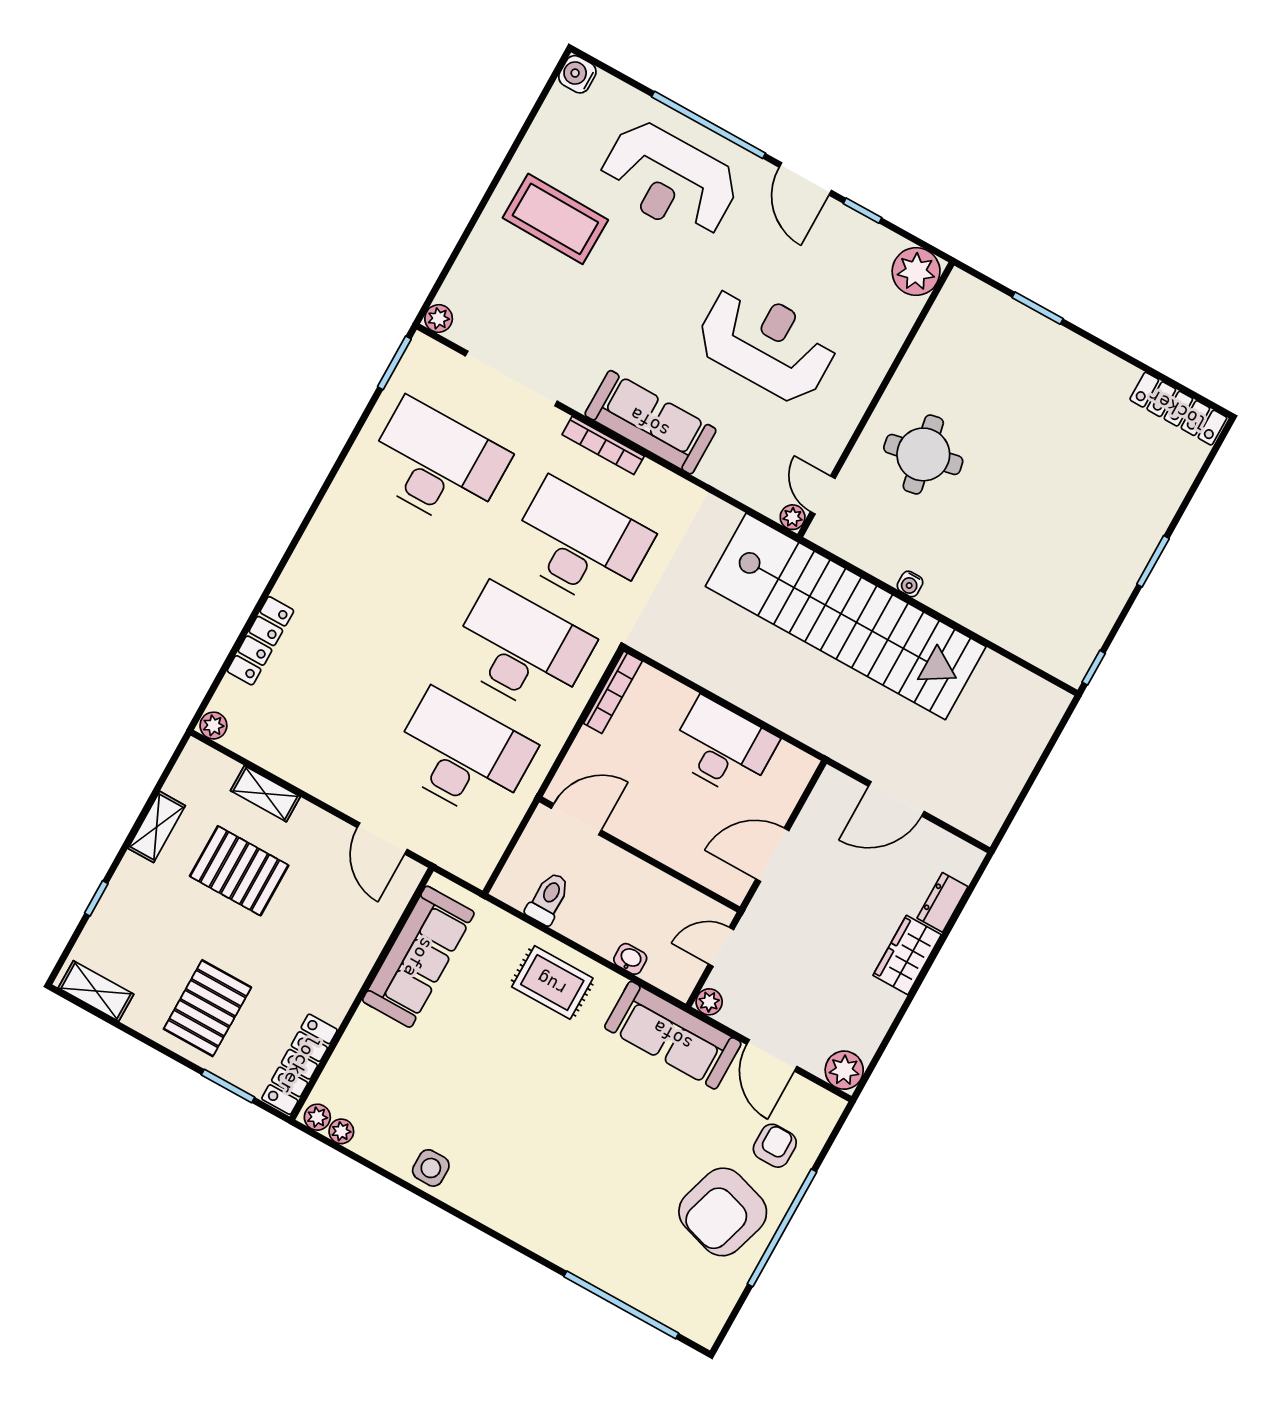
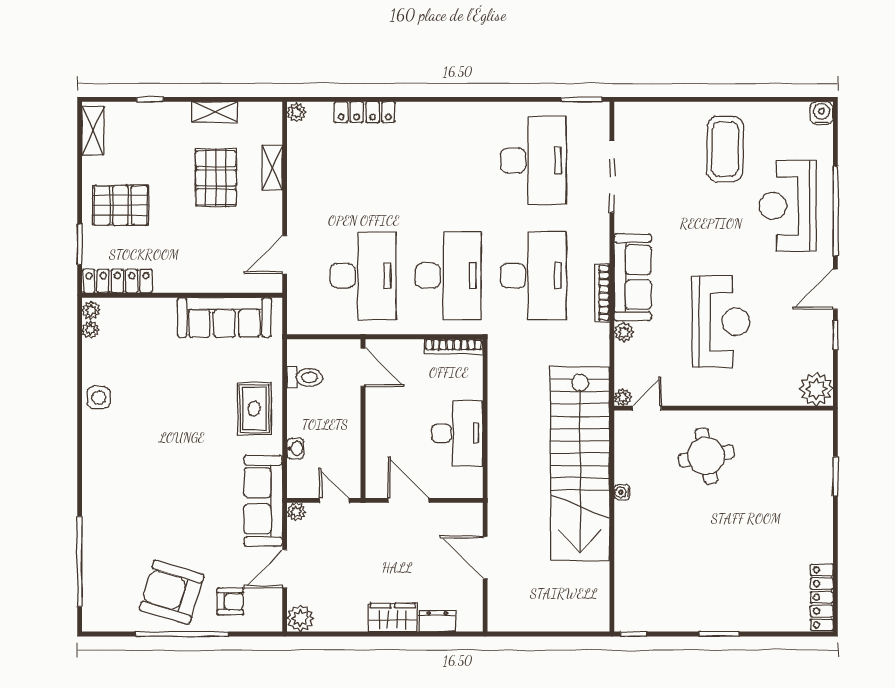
plant: (439, 319) -> (624, 332), moved
bookcase: (603, 445) -> (602, 293), moved

